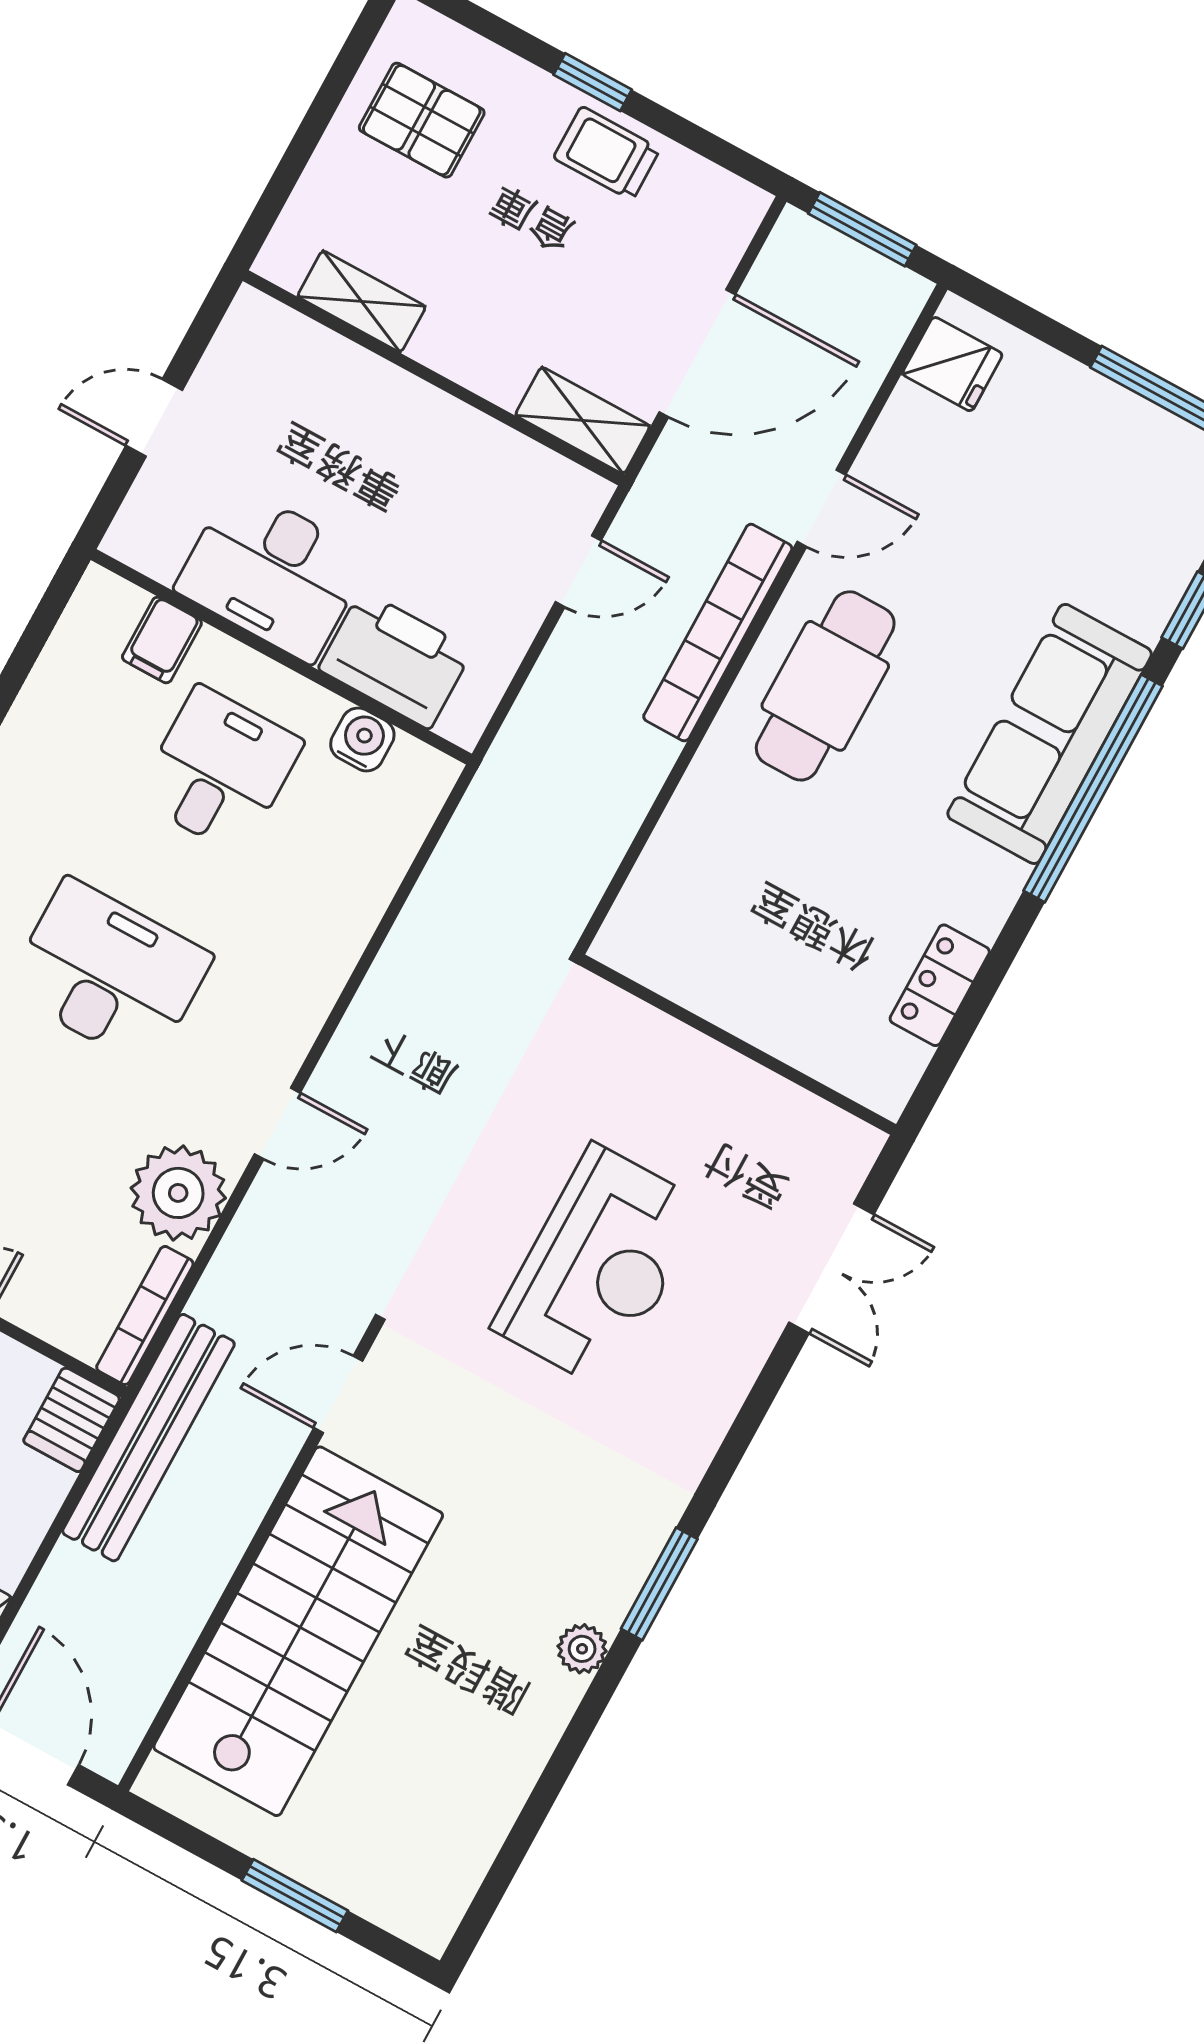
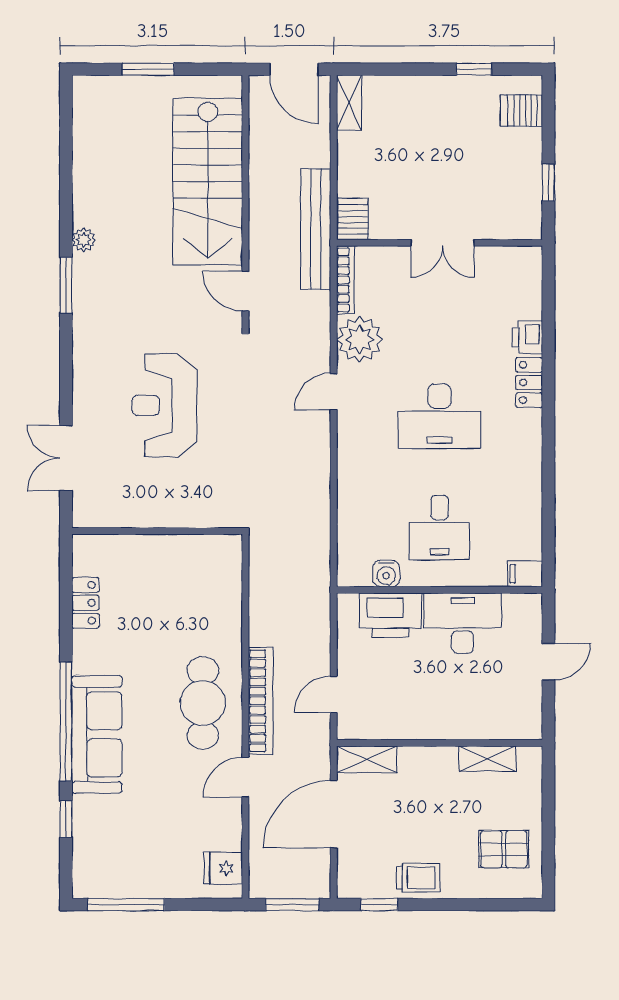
window: (593, 82) -> (379, 905), moved
filing cabinet: (162, 640) -> (525, 574), moved, turned -90
door: (338, 1394) -> (245, 291), swing flipped

